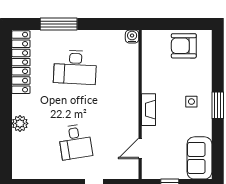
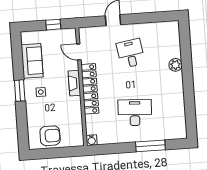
locker: (21, 62) -> (90, 89), moved, turned 180
door: (140, 148) -> (79, 52), swing flipped
sofa: (199, 158) -> (32, 61), moved

